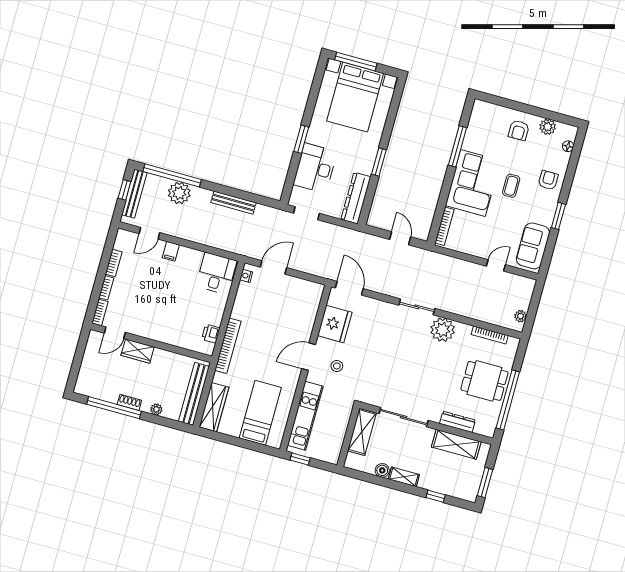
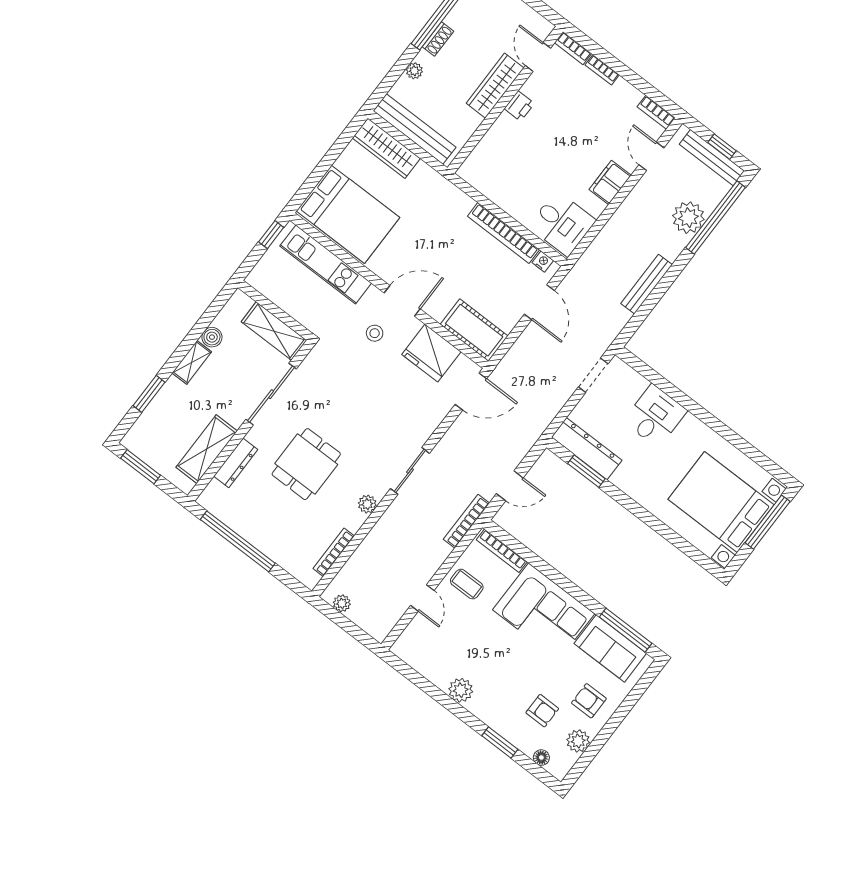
window: (301, 139) -> (694, 408), removed
window: (457, 146) -> (626, 630), moved
window: (379, 162) -> (586, 471), moved
desk: (315, 168) -> (655, 416), width x0.73
armchair: (548, 180) -> (542, 711), moved
coffee table: (511, 186) -> (467, 584), moved
plant: (546, 216) -> (461, 690), added
window: (558, 216) -> (500, 742), moved
sofa: (533, 246) -> (610, 648), moved, turned 180
filing cabinet: (171, 251) -> (610, 182), width x2.00
bookcase: (435, 257) -> (466, 521), added
bookcase: (114, 263) -> (656, 112), moved
cot: (309, 302) -> (474, 330), added
plant: (443, 330) -> (367, 504), width x0.53, depth x0.53
printer: (211, 334) -> (519, 106), moved, turned 90
bookcase: (228, 346) -> (503, 233), moved
wardrobe: (138, 351) -> (495, 86), width x1.50
door: (309, 357) -> (402, 301), hinge flipped
dining table: (484, 381) -> (306, 464), moved
bed: (260, 413) -> (348, 214), width x1.50
window: (436, 496) -> (149, 394), width x1.50

